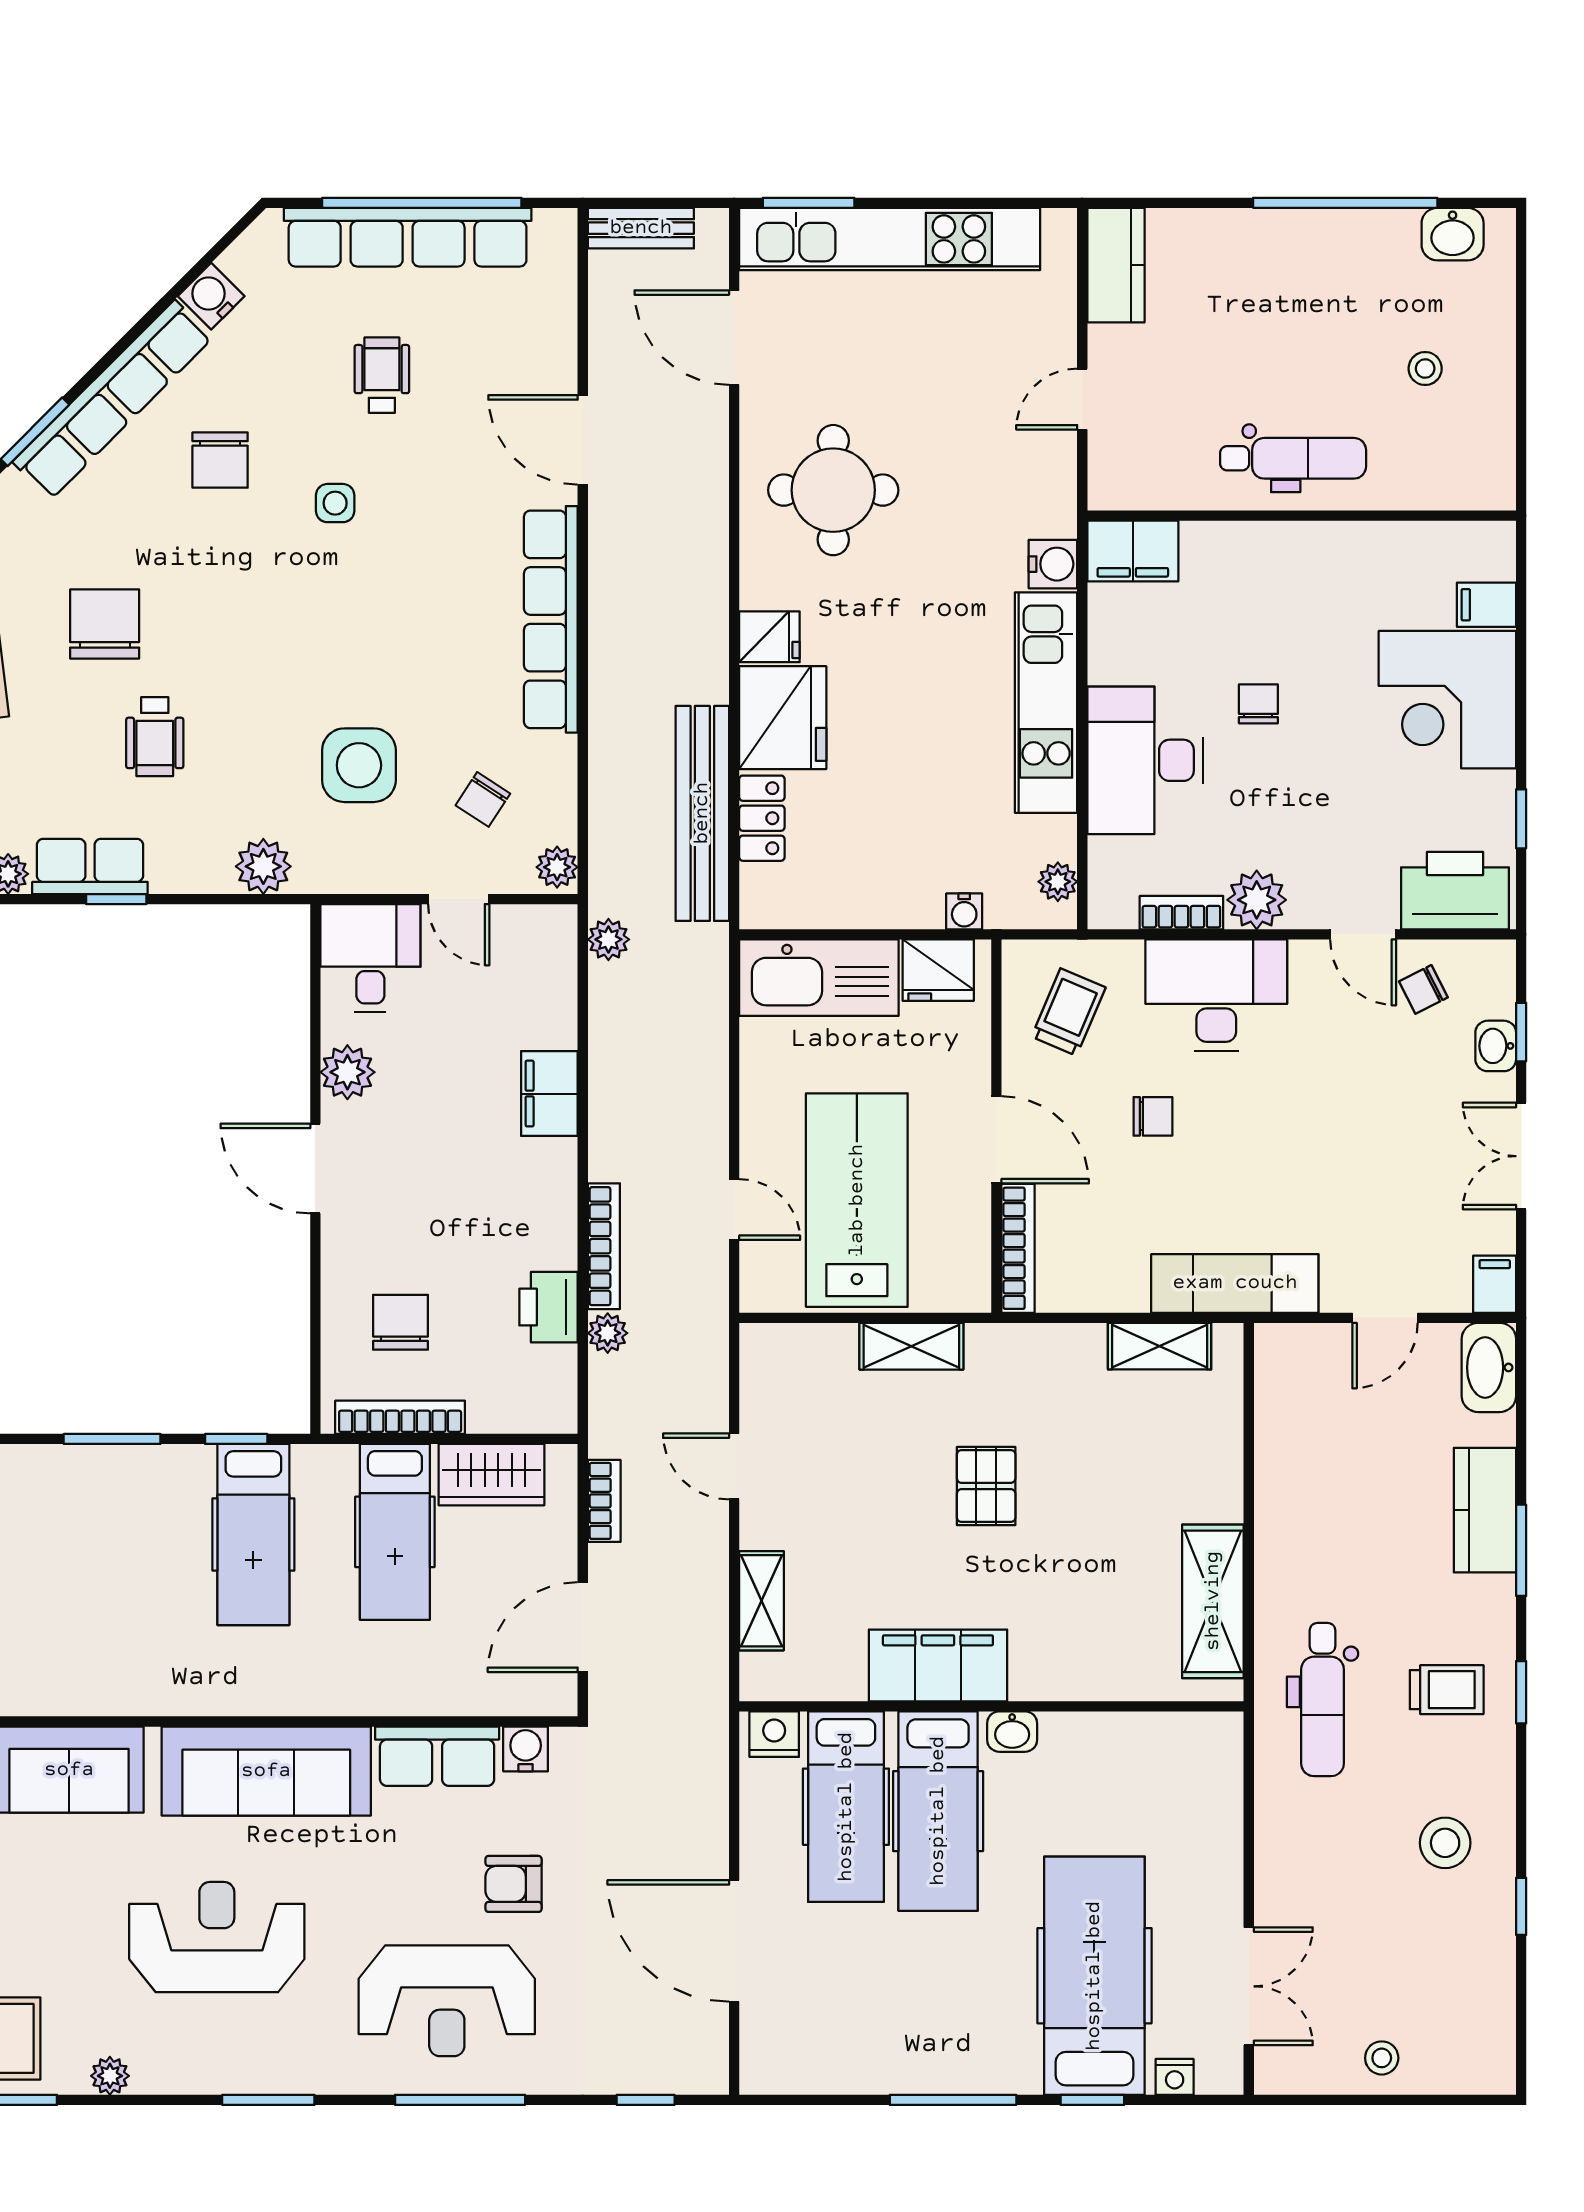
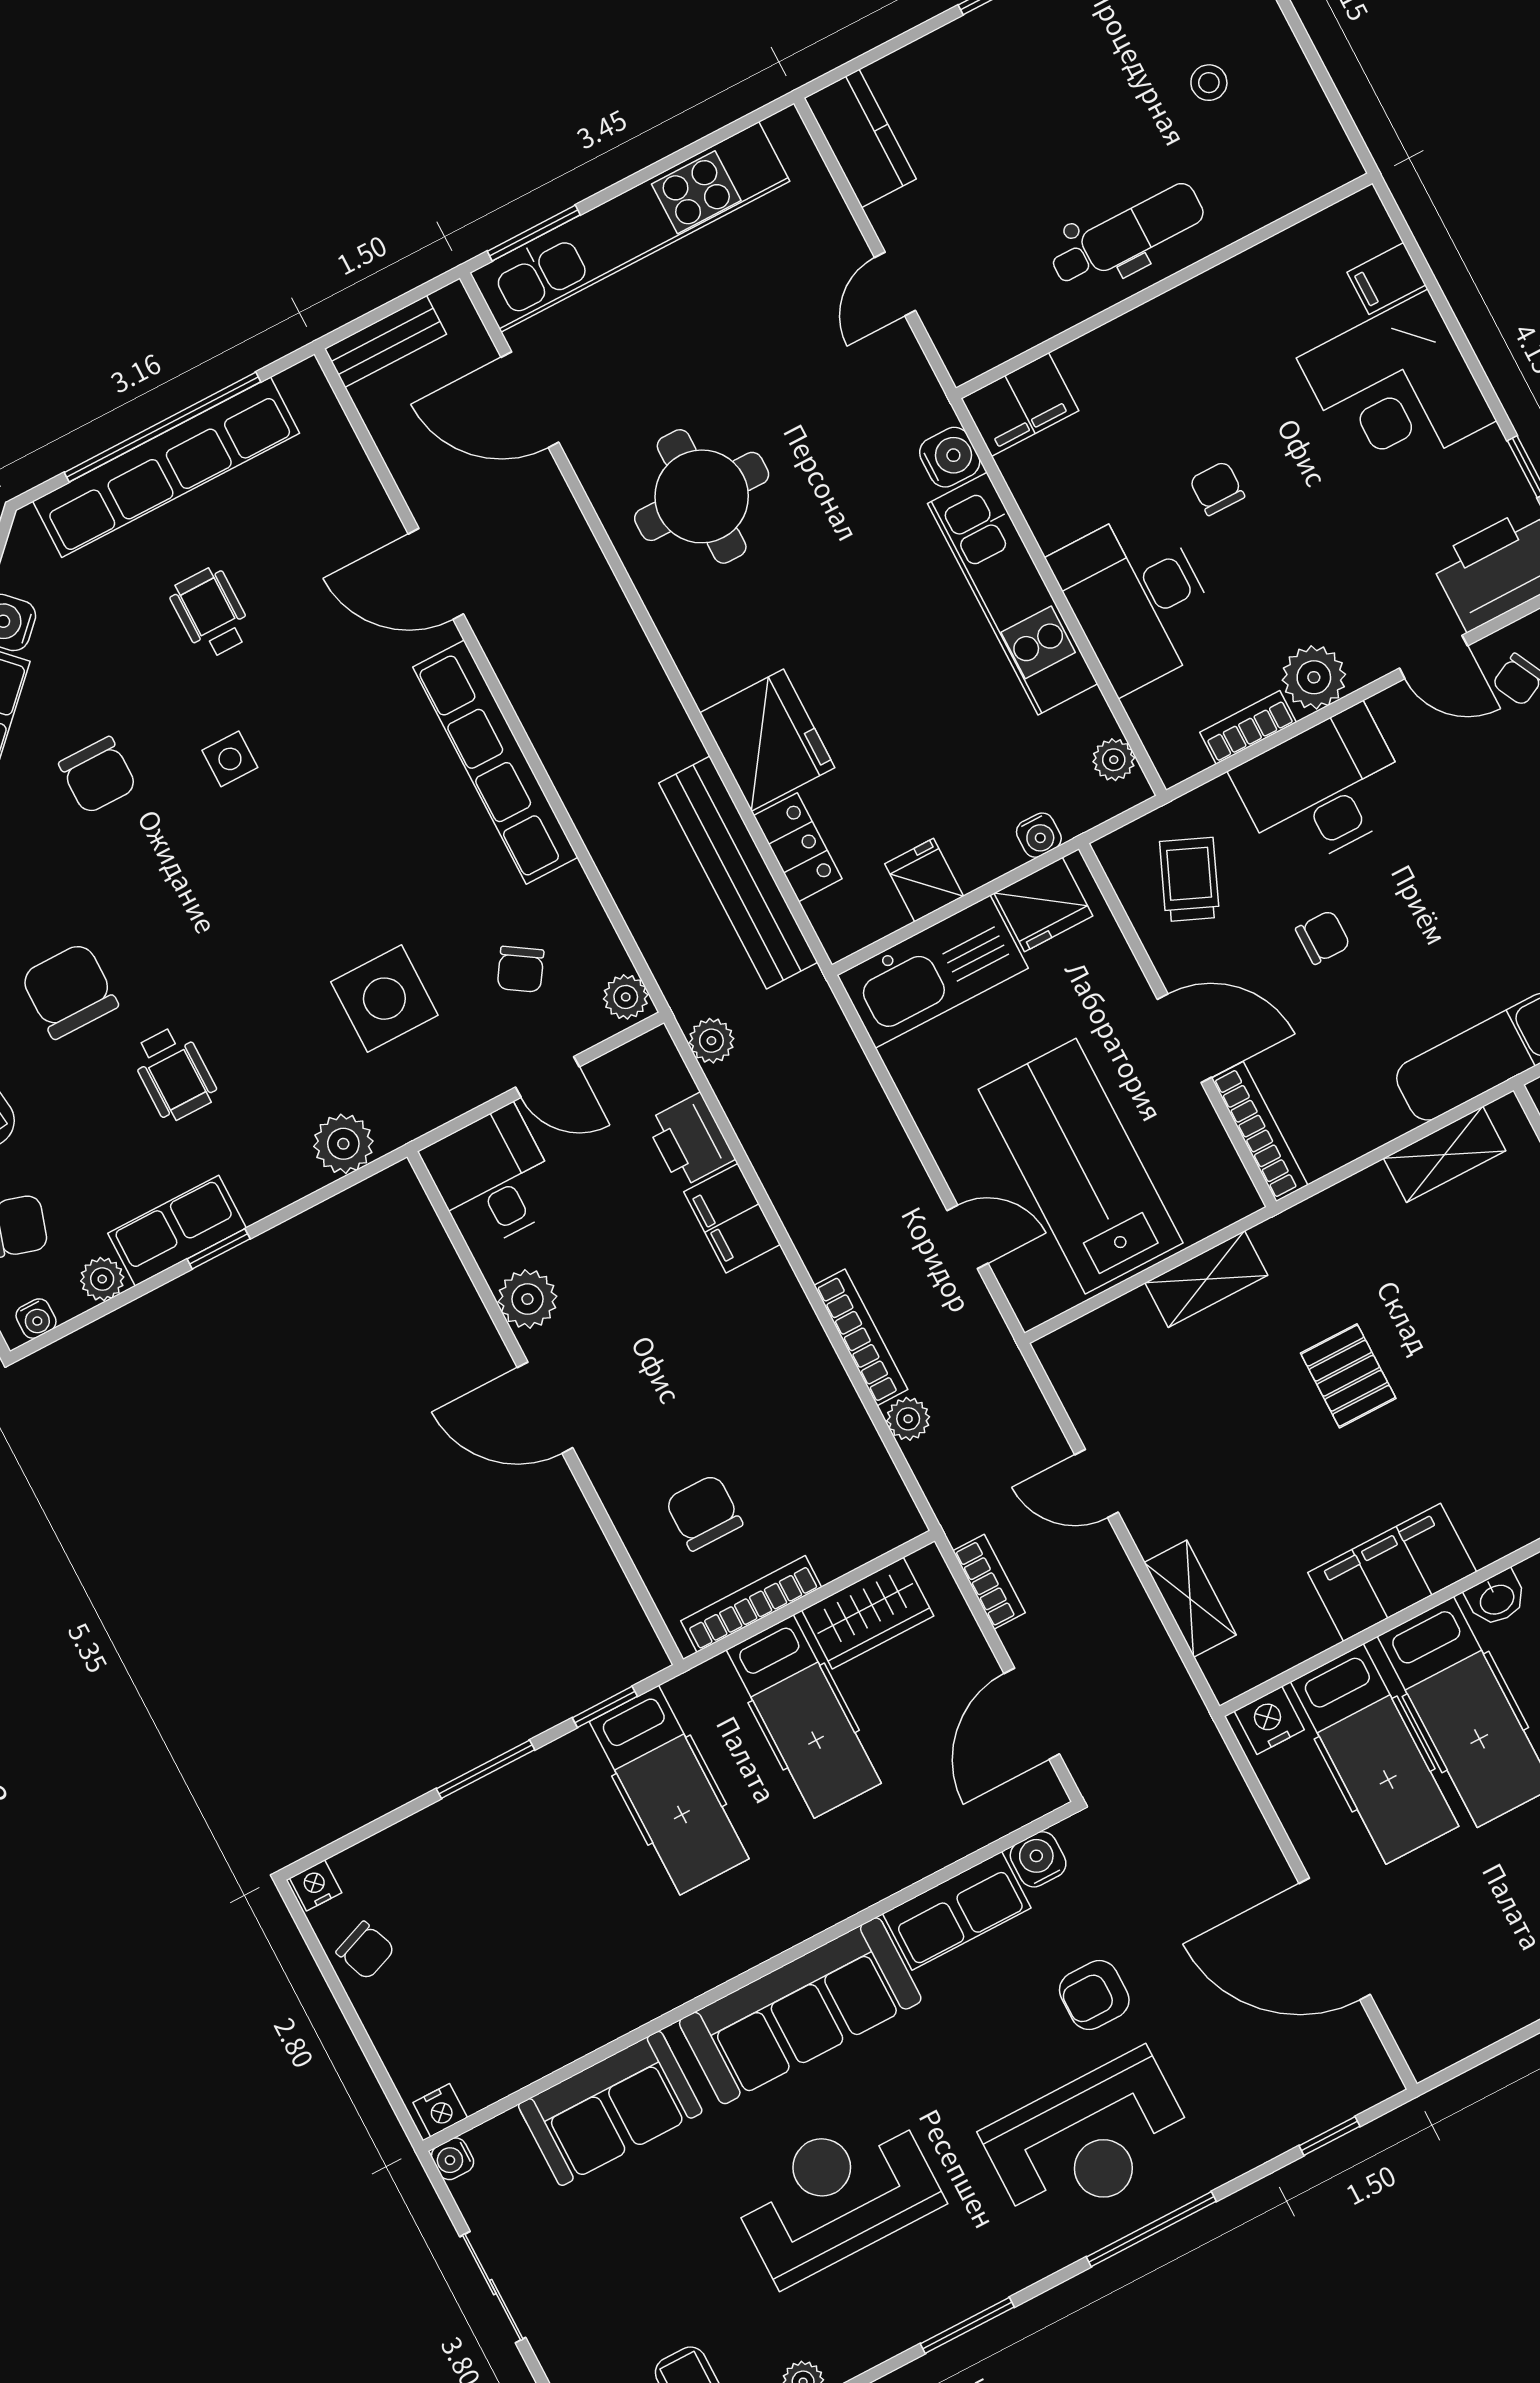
fridge: (769, 637) -> (924, 880), moved, turned -90
printer: (548, 1307) -> (690, 1140), moved

